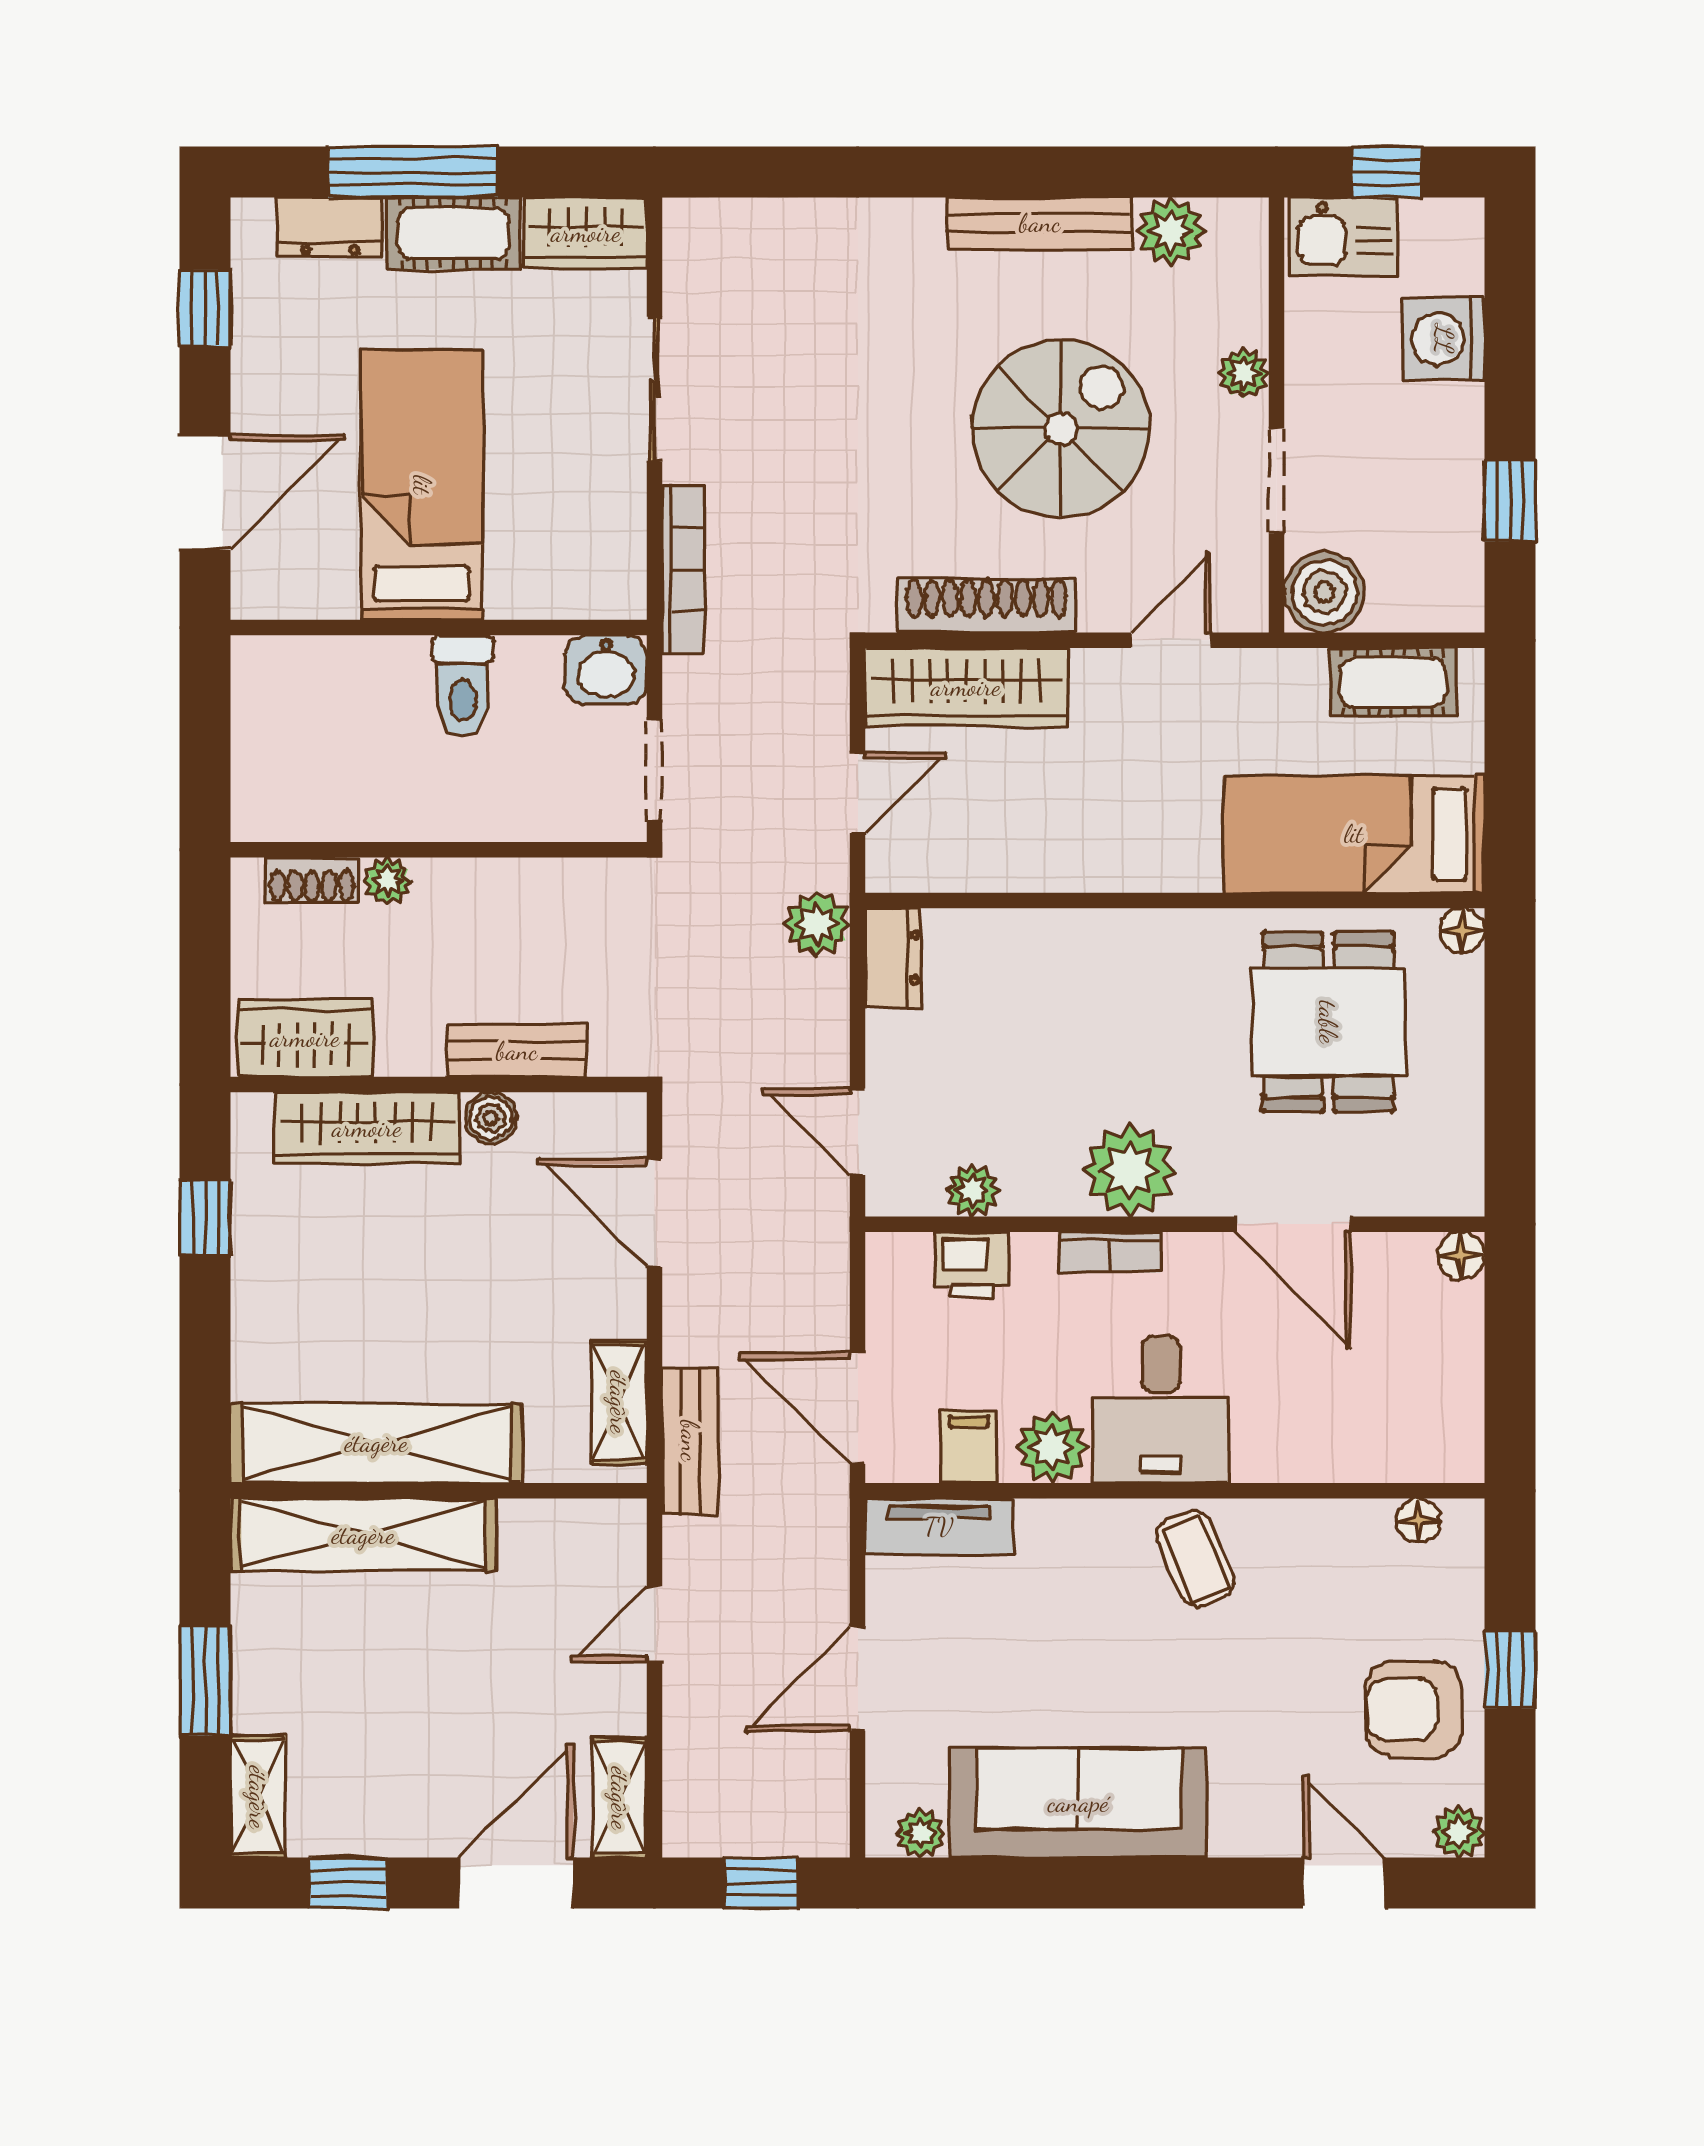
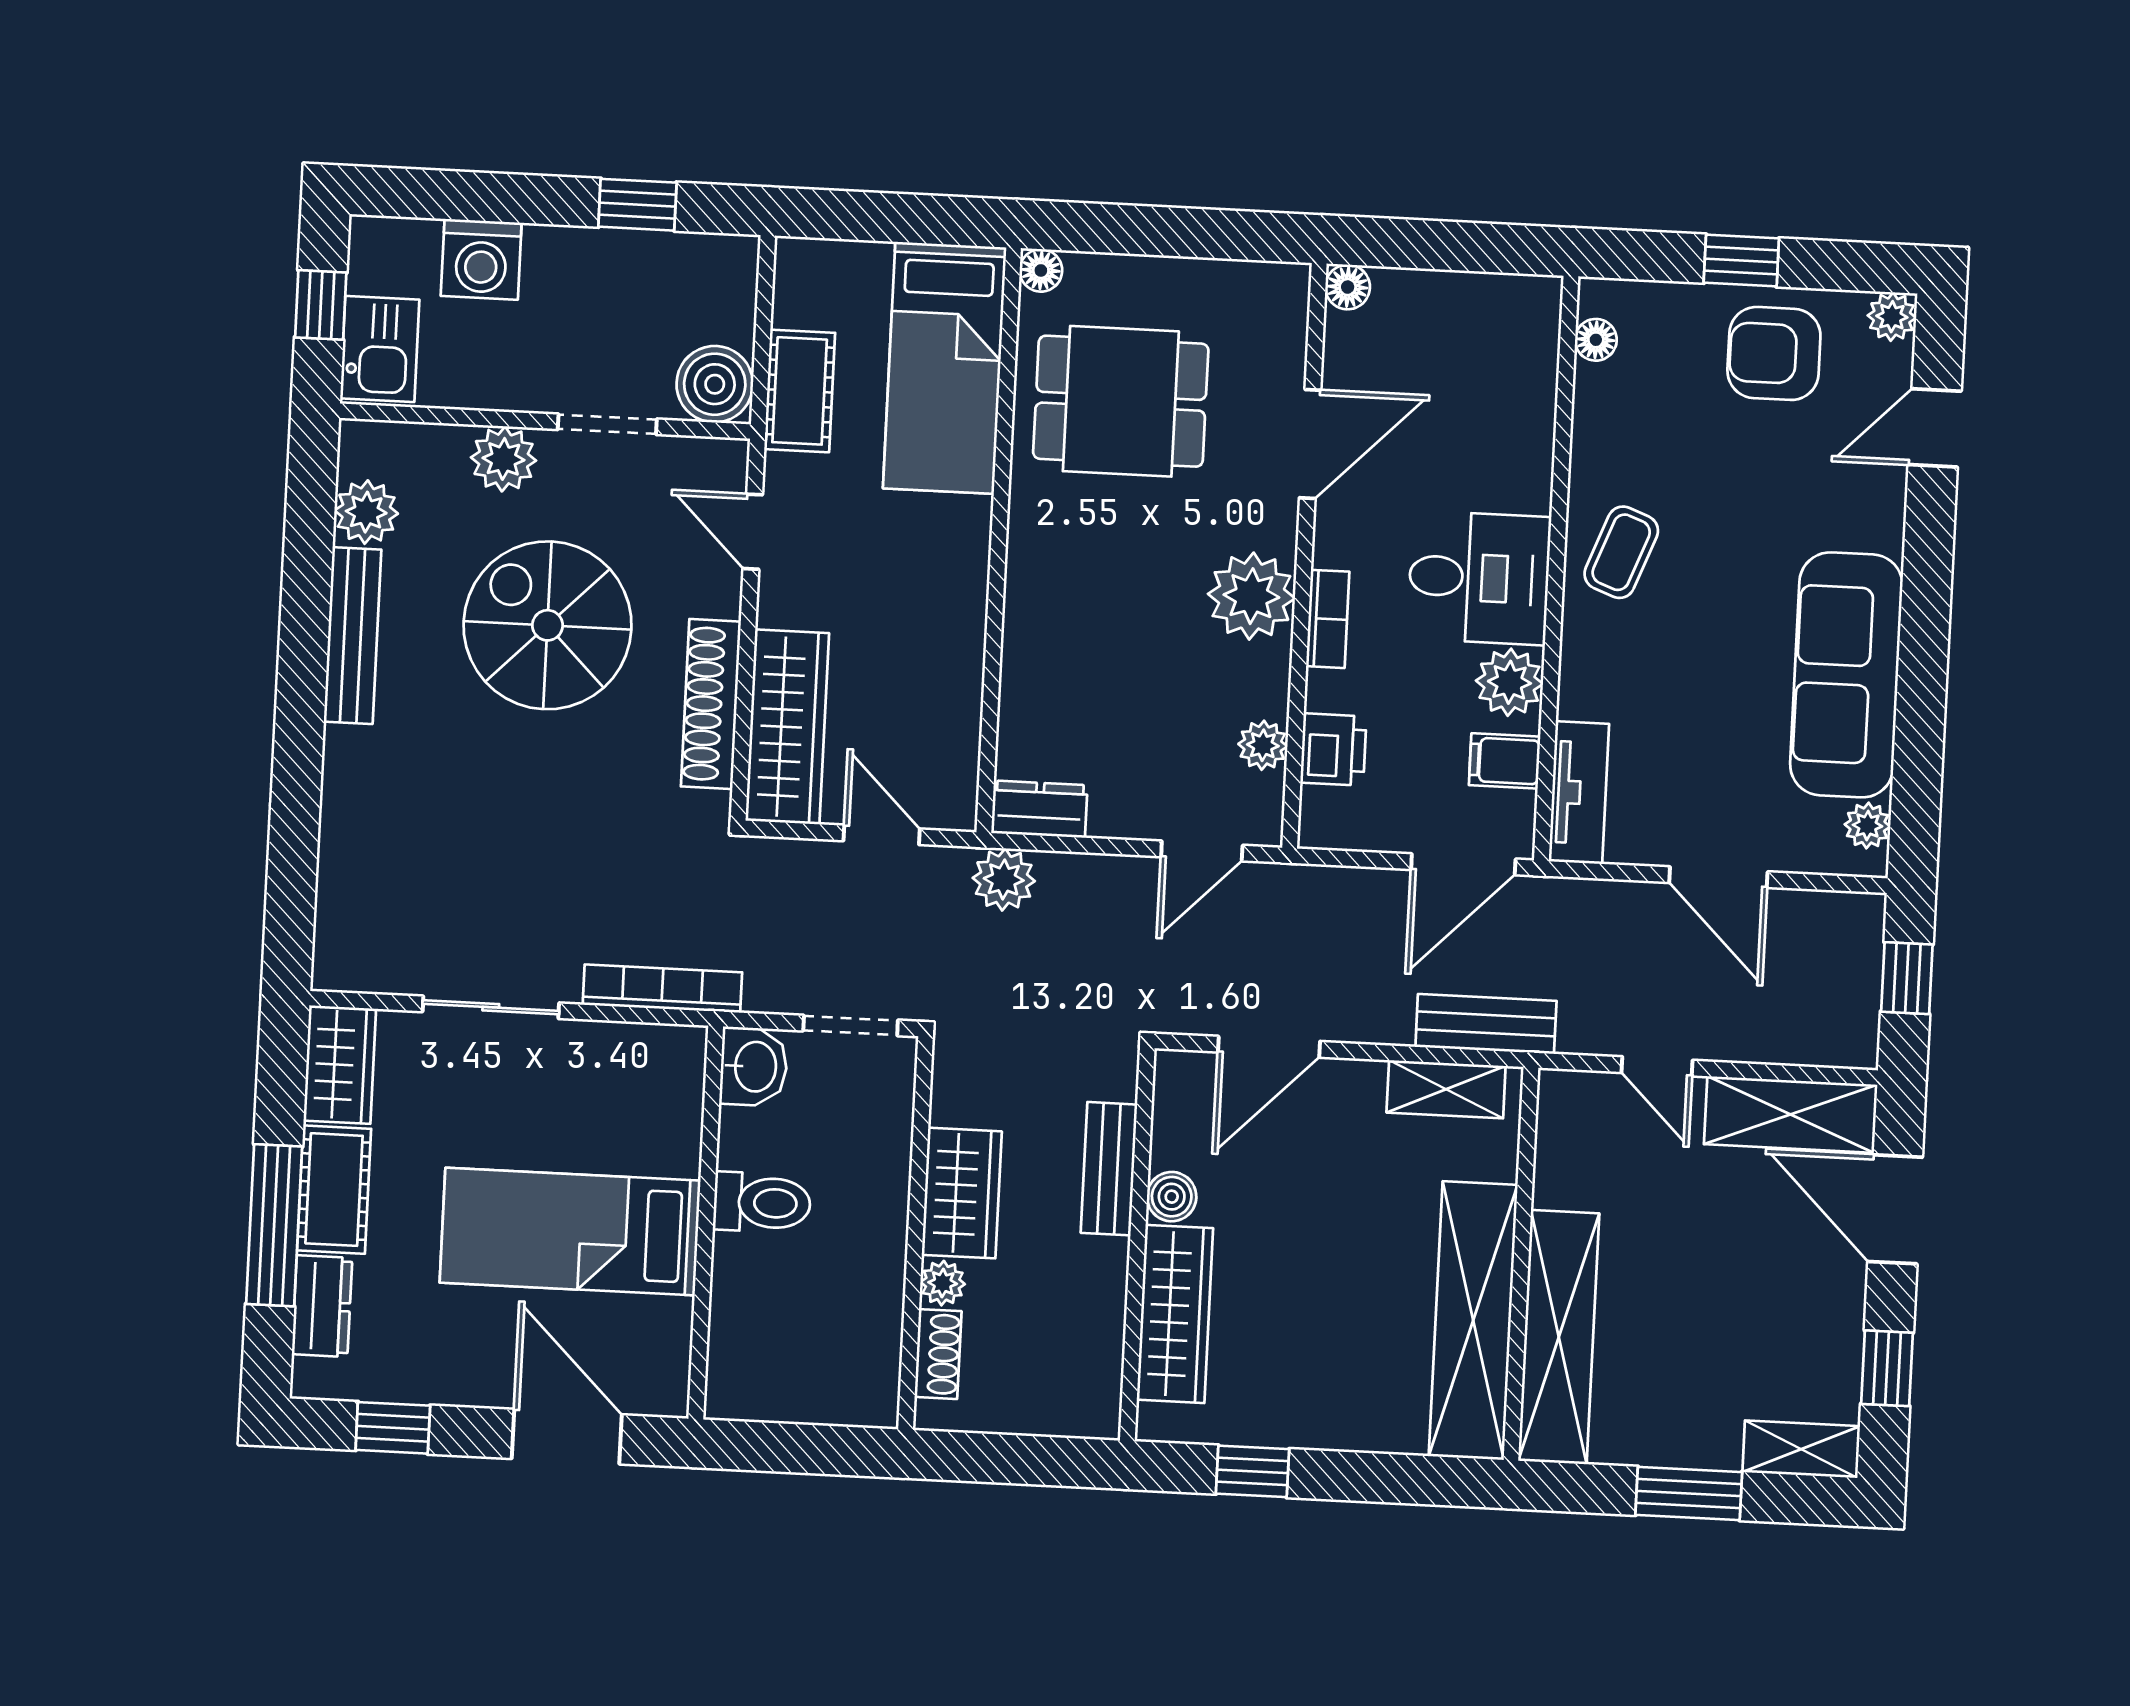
plant: (1244, 373) -> (504, 459), width x1.38, depth x1.38
cot: (1393, 682) -> (800, 391), moved
wardrobe: (305, 1038) -> (962, 1193), moved, turned 180
coffee table: (1195, 1559) -> (1621, 552), turned -45
armchair: (1414, 1709) -> (1774, 353), turned 90
shelving: (620, 1798) -> (1791, 1114), width x1.50, depth x1.33

